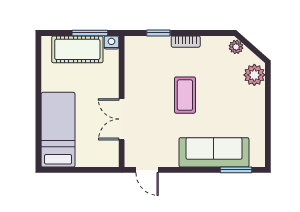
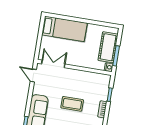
double door: (122, 119) -> (53, 64), moved
door: (147, 170) -> (33, 75), hinge flipped

